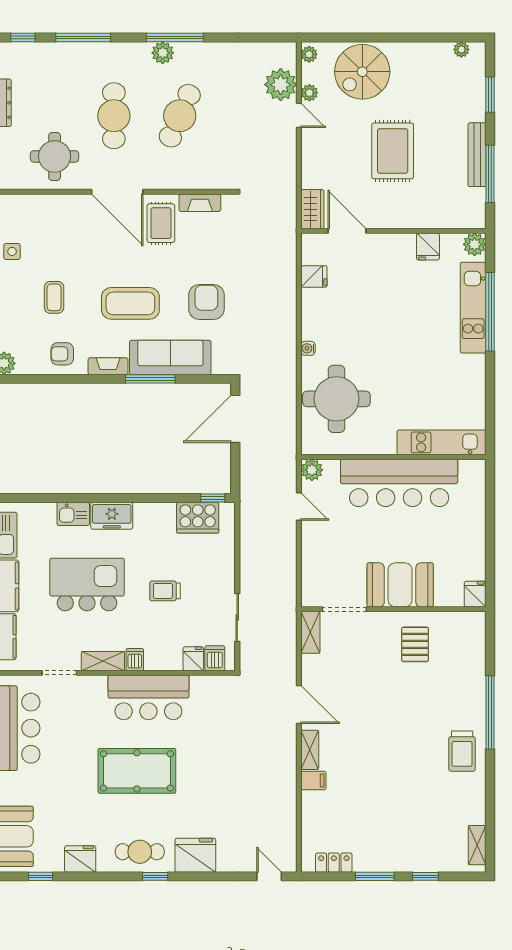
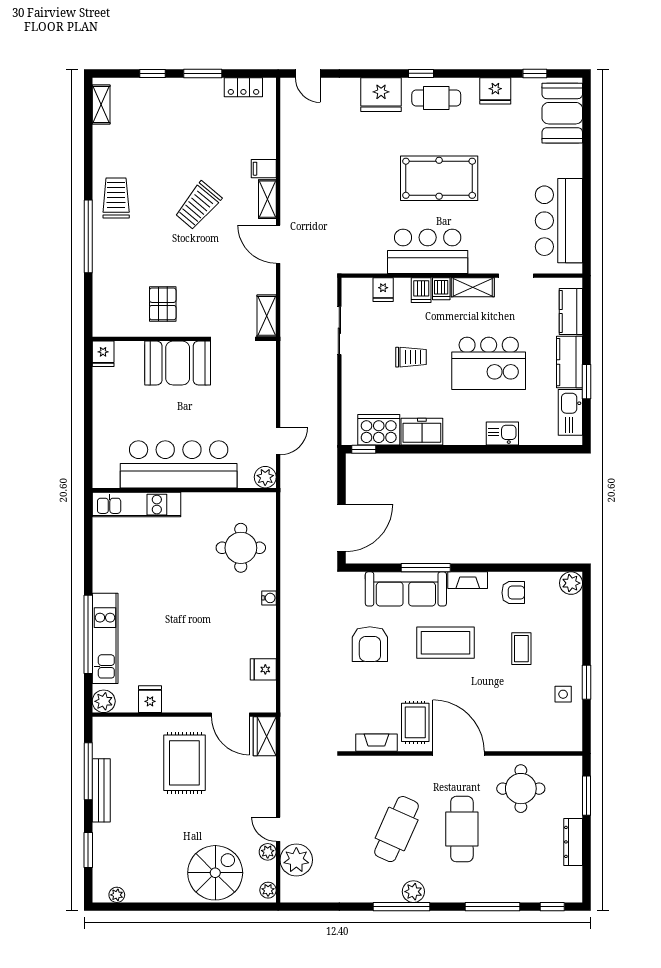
rug: (393, 151) -> (184, 763), moved
round table: (336, 399) -> (241, 548), width x0.73, depth x0.73
door: (299, 507) -> (278, 441), swing flipped
freezer: (112, 516) -> (422, 432), moved
dishwasher: (215, 658) -> (421, 290), moved
trolley: (379, 743) -> (198, 206), added

